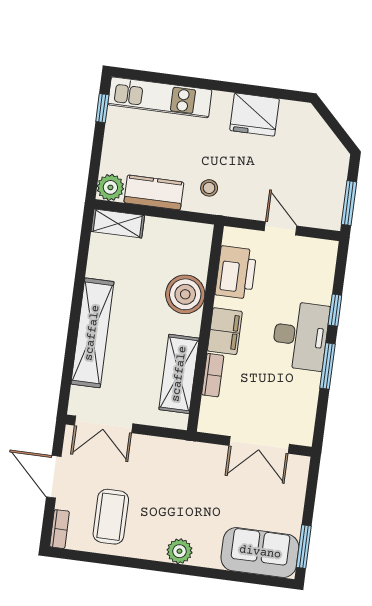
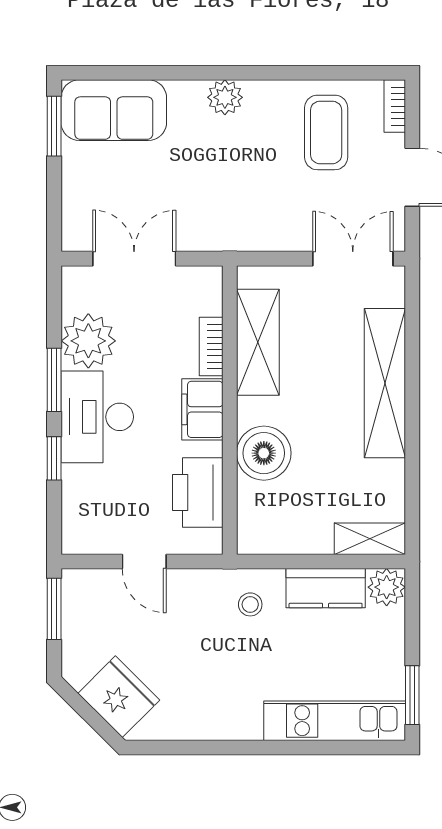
window: (102, 108) -> (412, 695), width x1.50
fridge: (255, 115) -> (119, 697), moved, turned 45
plant: (300, 391) -> (88, 341), added

